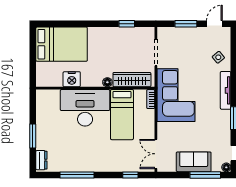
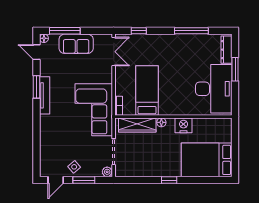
window: (127, 24) -> (169, 180), moved
plant: (162, 32) -> (107, 172), added
side table: (218, 57) -> (74, 167), moved
nightstand: (72, 79) -> (184, 125), moved
tv unit: (226, 90) -> (45, 95), moved
desk: (85, 108) -> (214, 89), moved, turned -90
dresser: (41, 160) -> (227, 50), width x1.44

